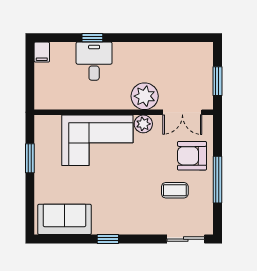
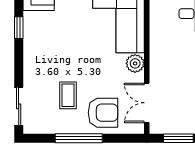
plant: (145, 96) -> (163, 65), removed
armchair: (192, 156) -> (103, 113), turned 90

